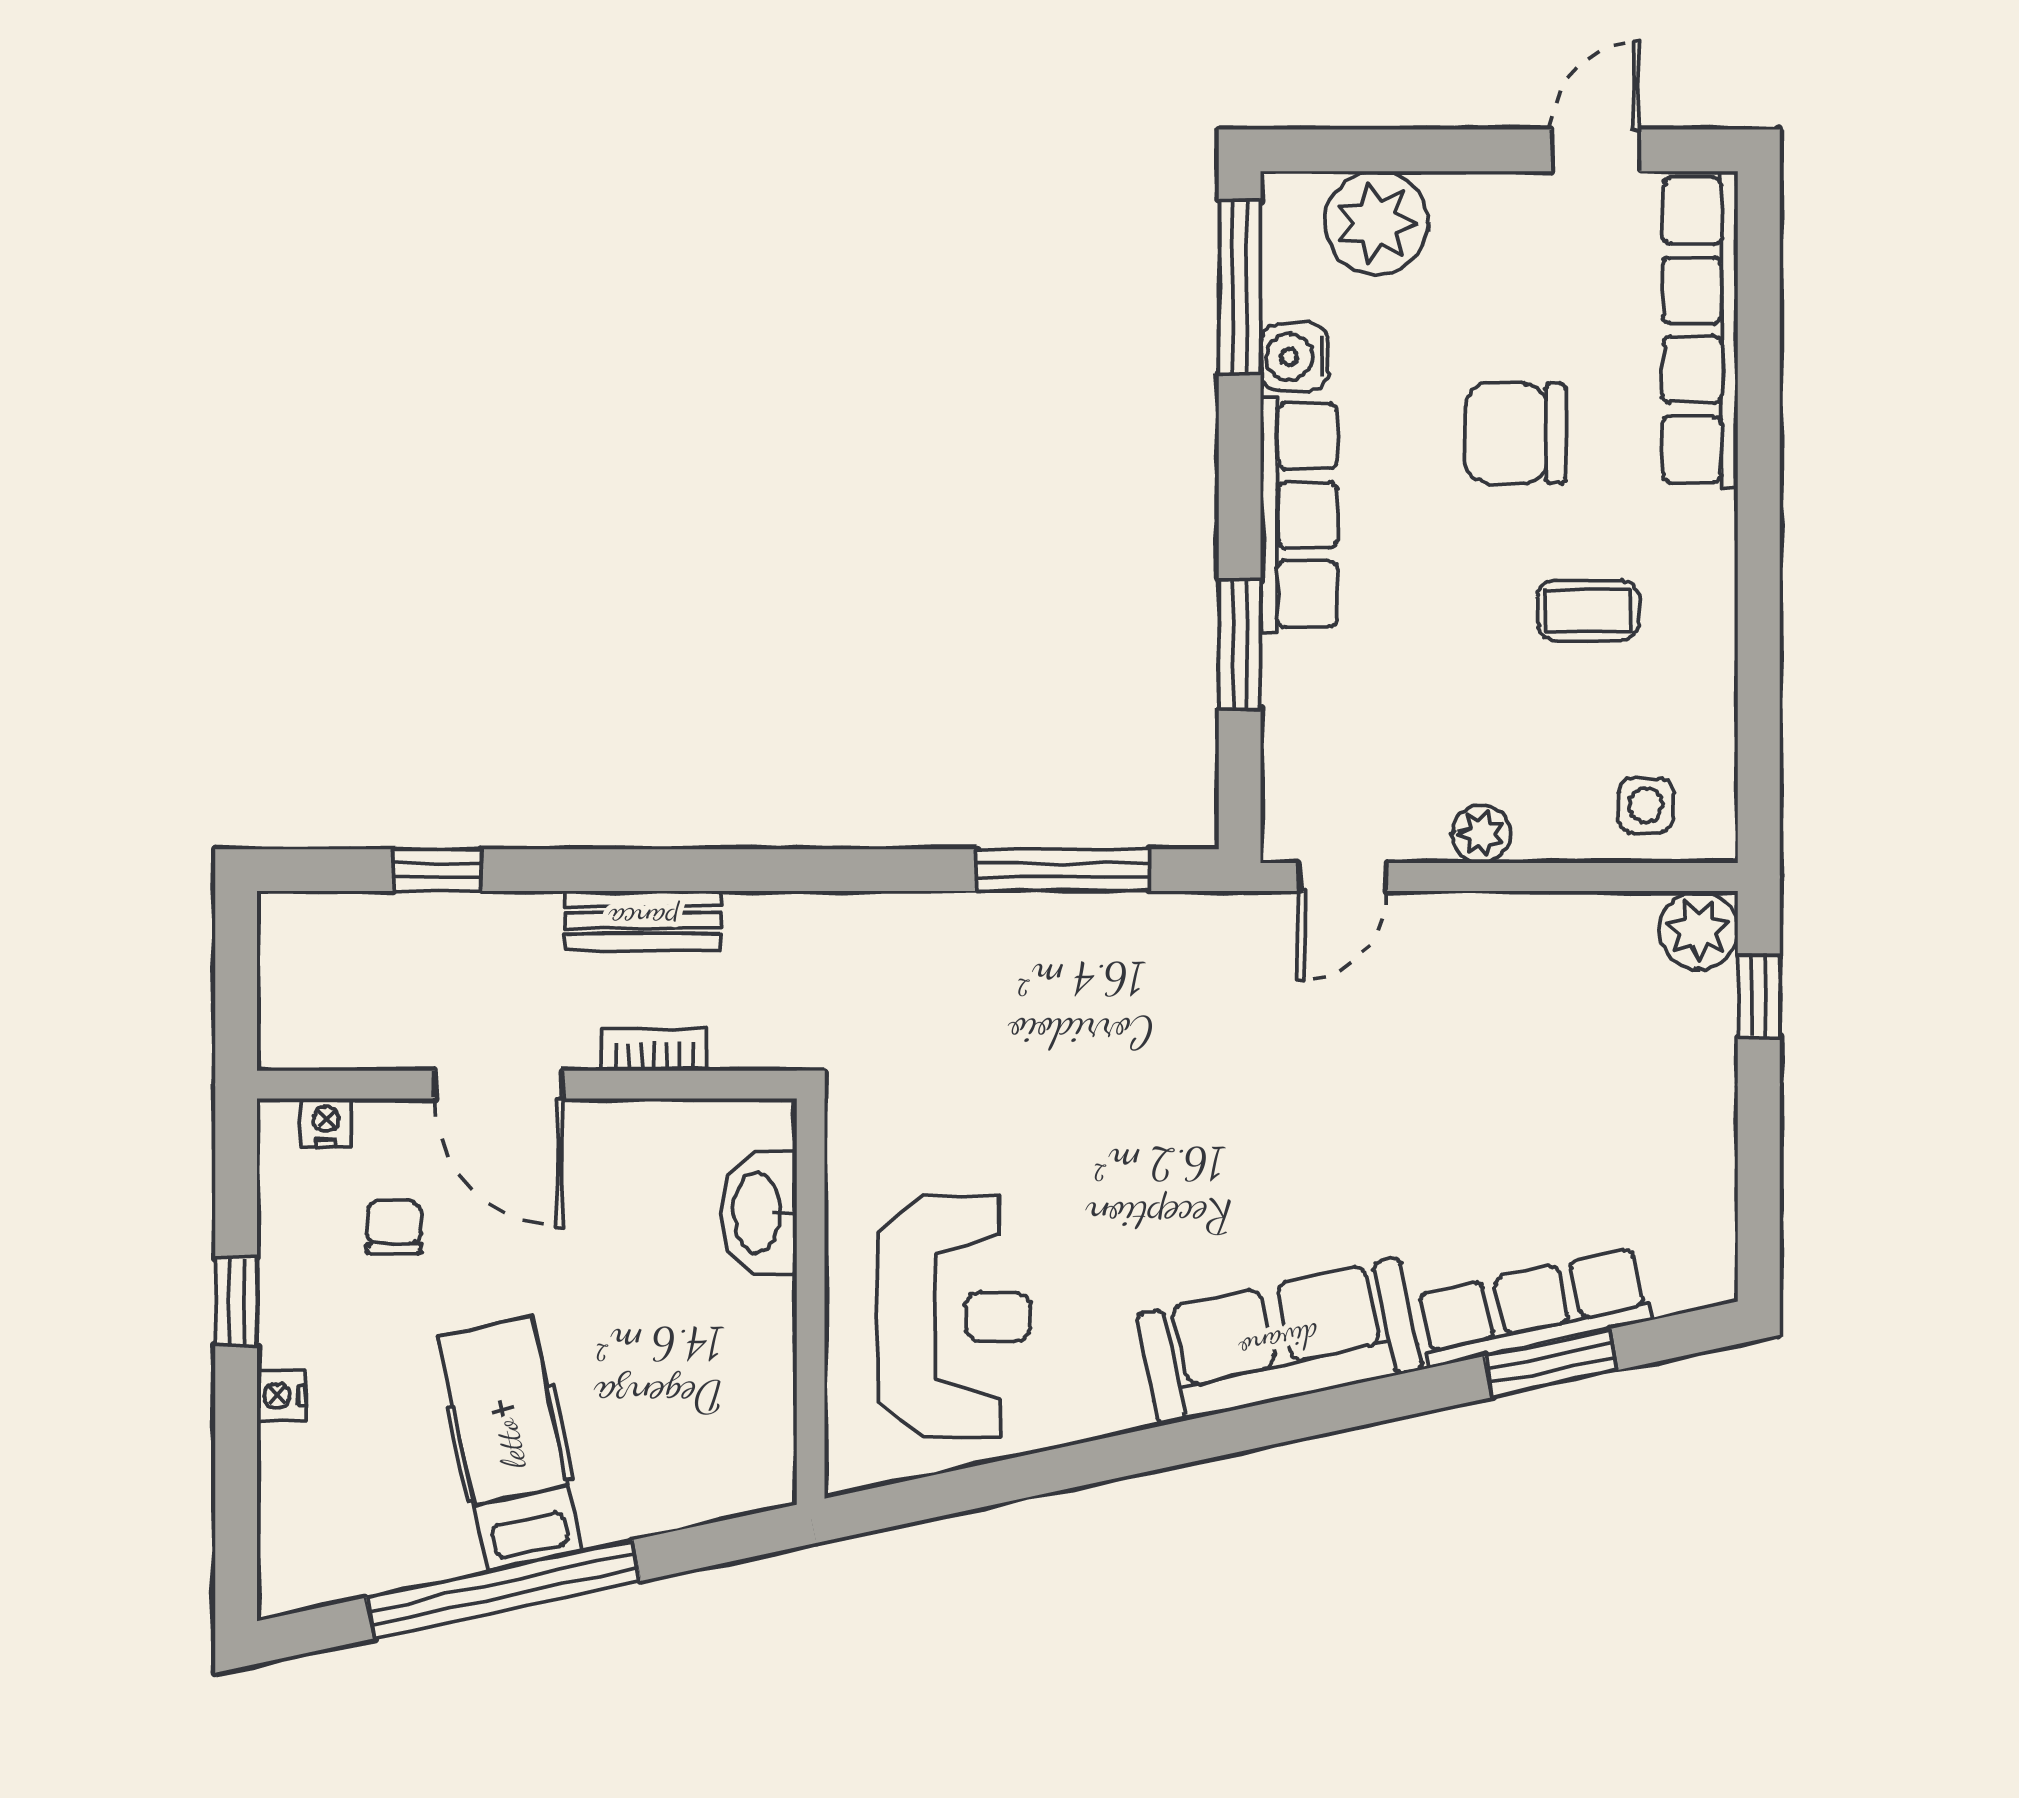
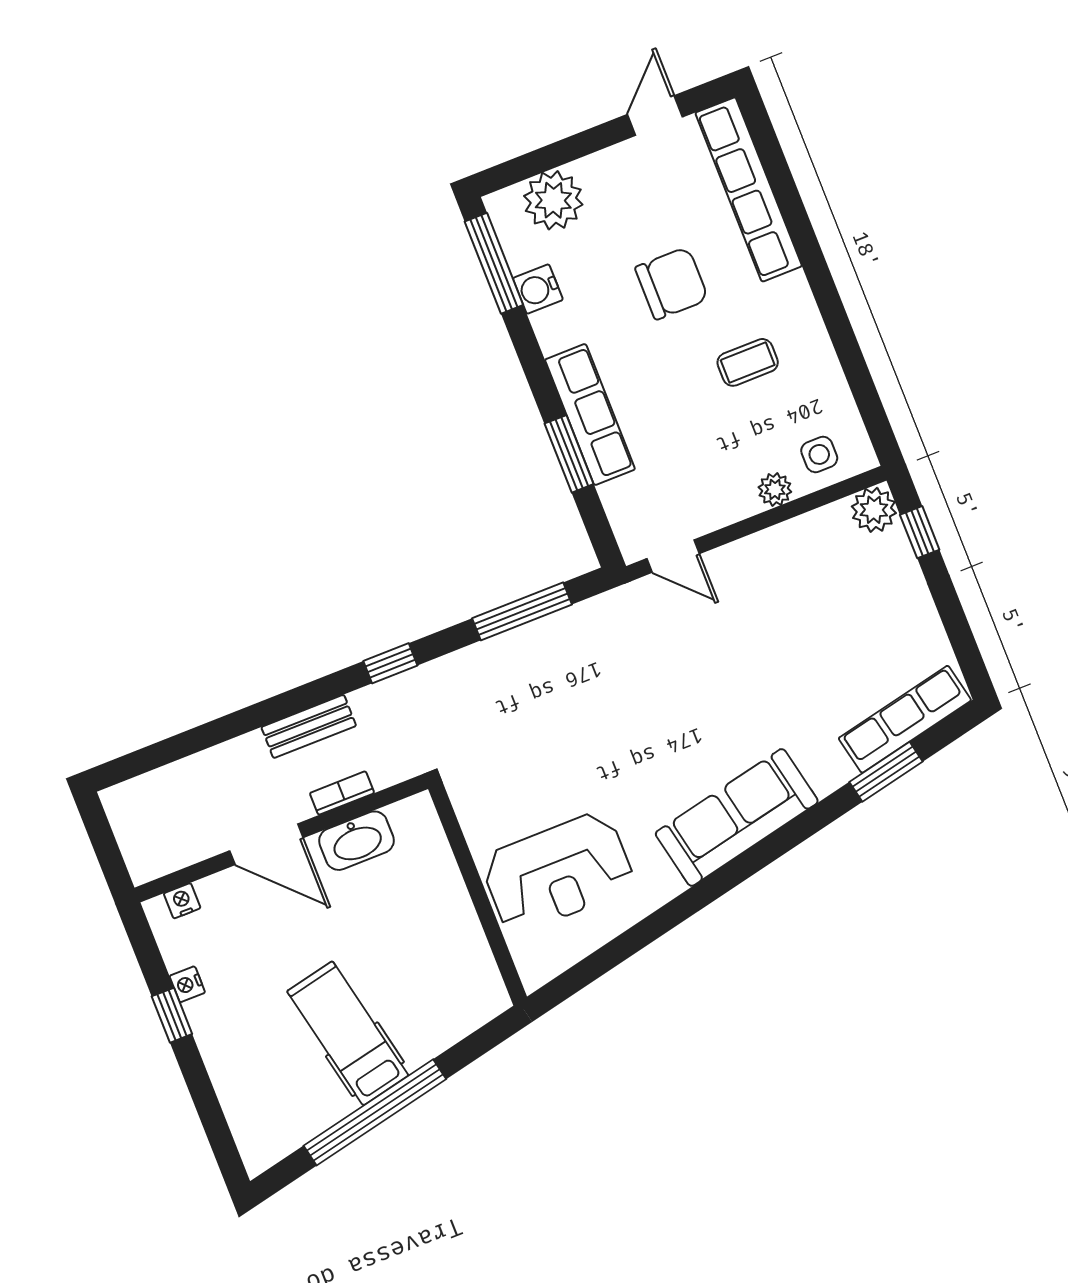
chair: (1515, 433) -> (672, 283), turned 180
row of seats: (1299, 515) -> (590, 415), moved
plant: (1481, 834) -> (775, 489), moved
window: (438, 870) -> (390, 663), moved
door: (1343, 877) -> (673, 556), hinge flipped
washbasin: (759, 1213) -> (357, 841), moved, turned -90
chair: (394, 1227) -> (240, 942), removed
row of seats: (1533, 1308) -> (905, 719), moved
reception desk: (954, 1317) -> (558, 873), turned 90
nightstand: (281, 1396) -> (187, 984), moved

